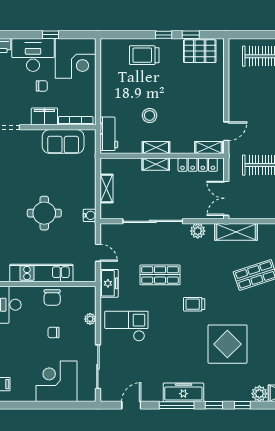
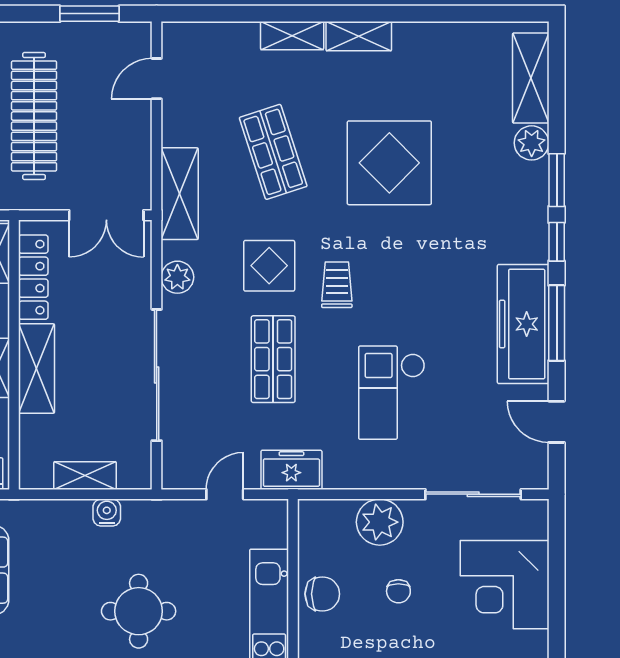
shelving: (156, 164) -> (37, 369), width x1.50, depth x1.33
water cooler: (90, 215) -> (107, 513), moved
display table: (203, 273) -> (269, 266), added
trolley: (194, 304) -> (337, 285), turned 180
plant: (90, 319) -> (380, 522), width x1.88, depth x1.88
checkout: (126, 326) -> (392, 393), moved
display table: (227, 344) -> (389, 163), moved
freezer: (183, 392) -> (523, 324), width x1.36, depth x1.26
window: (242, 405) -> (557, 180), width x1.50

